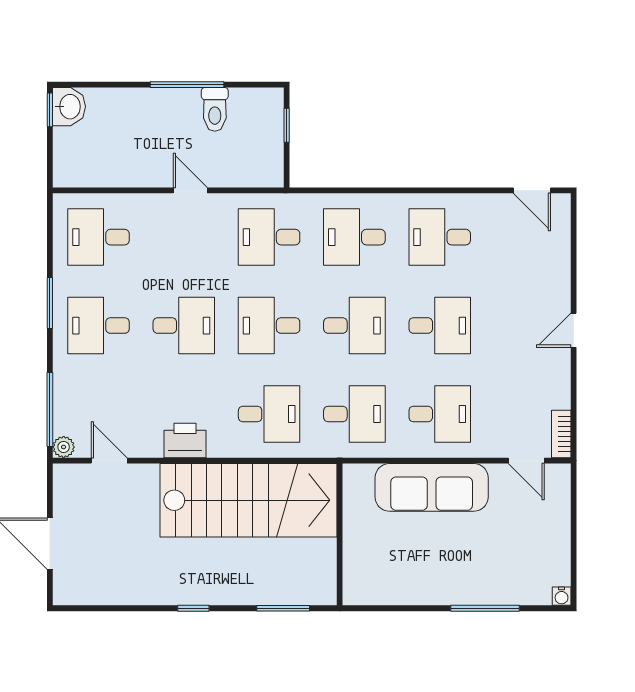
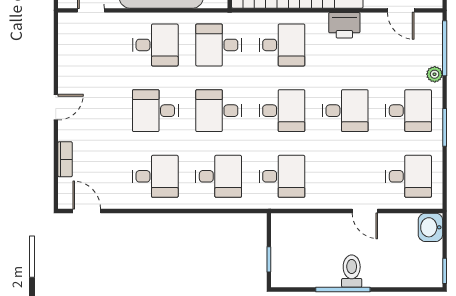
washbasin: (69, 107) -> (430, 227), moved
toilet: (215, 109) -> (352, 271), moved
door: (190, 190) -> (365, 211), moved
desk: (184, 326) -> (345, 111), turned 180
desk: (269, 414) -> (282, 45), turned 180
desk: (440, 414) -> (155, 45), turned 180
bookcase: (561, 434) -> (65, 159), moved
plant: (64, 447) -> (435, 74), moved

